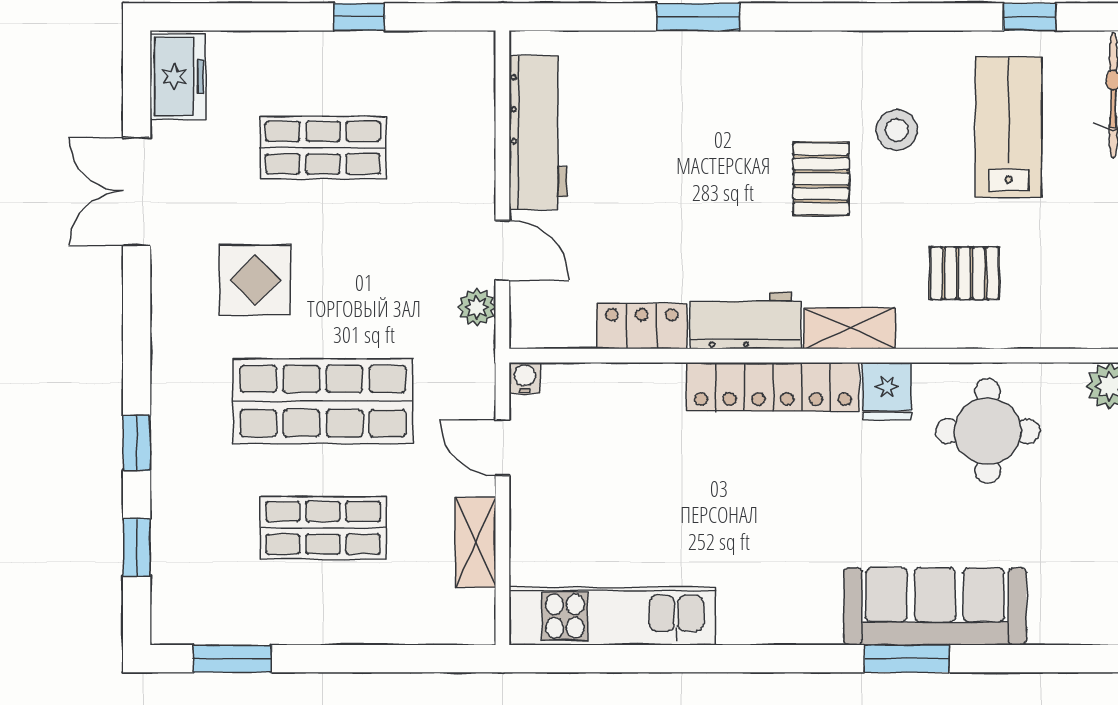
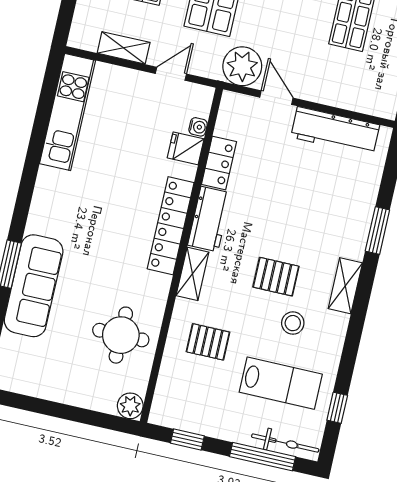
shelving: (809, 52) -> (345, 286), added
door: (502, 250) -> (276, 98), swing flipped
pallet: (965, 273) -> (208, 342), turned 90
plant: (477, 307) -> (242, 66), width x1.87, depth x1.87
water cooler: (525, 378) -> (198, 127), moved
fridge: (887, 391) -> (186, 148), moved

